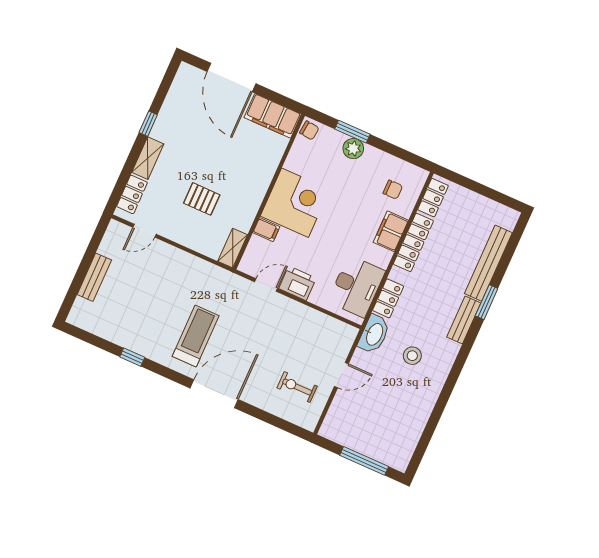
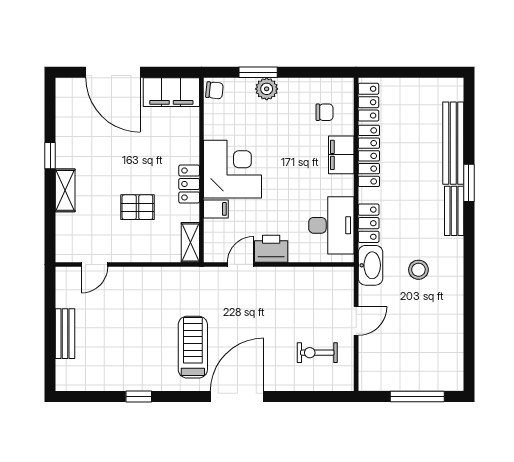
locker: (132, 194) -> (189, 184), moved, turned 180

